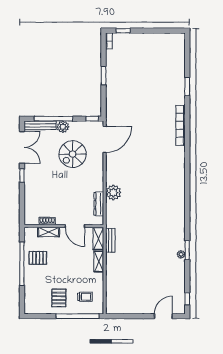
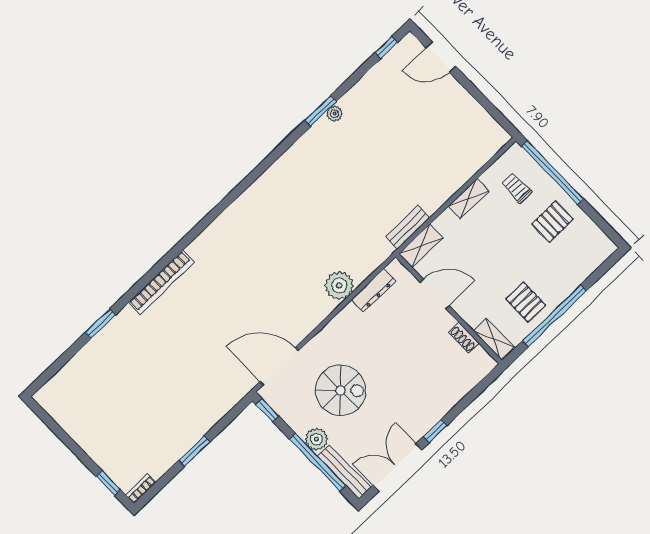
door: (75, 226) -> (435, 294), hinge flipped
shelving: (49, 232) -> (493, 339), moved
shelving: (99, 261) -> (469, 199), moved

